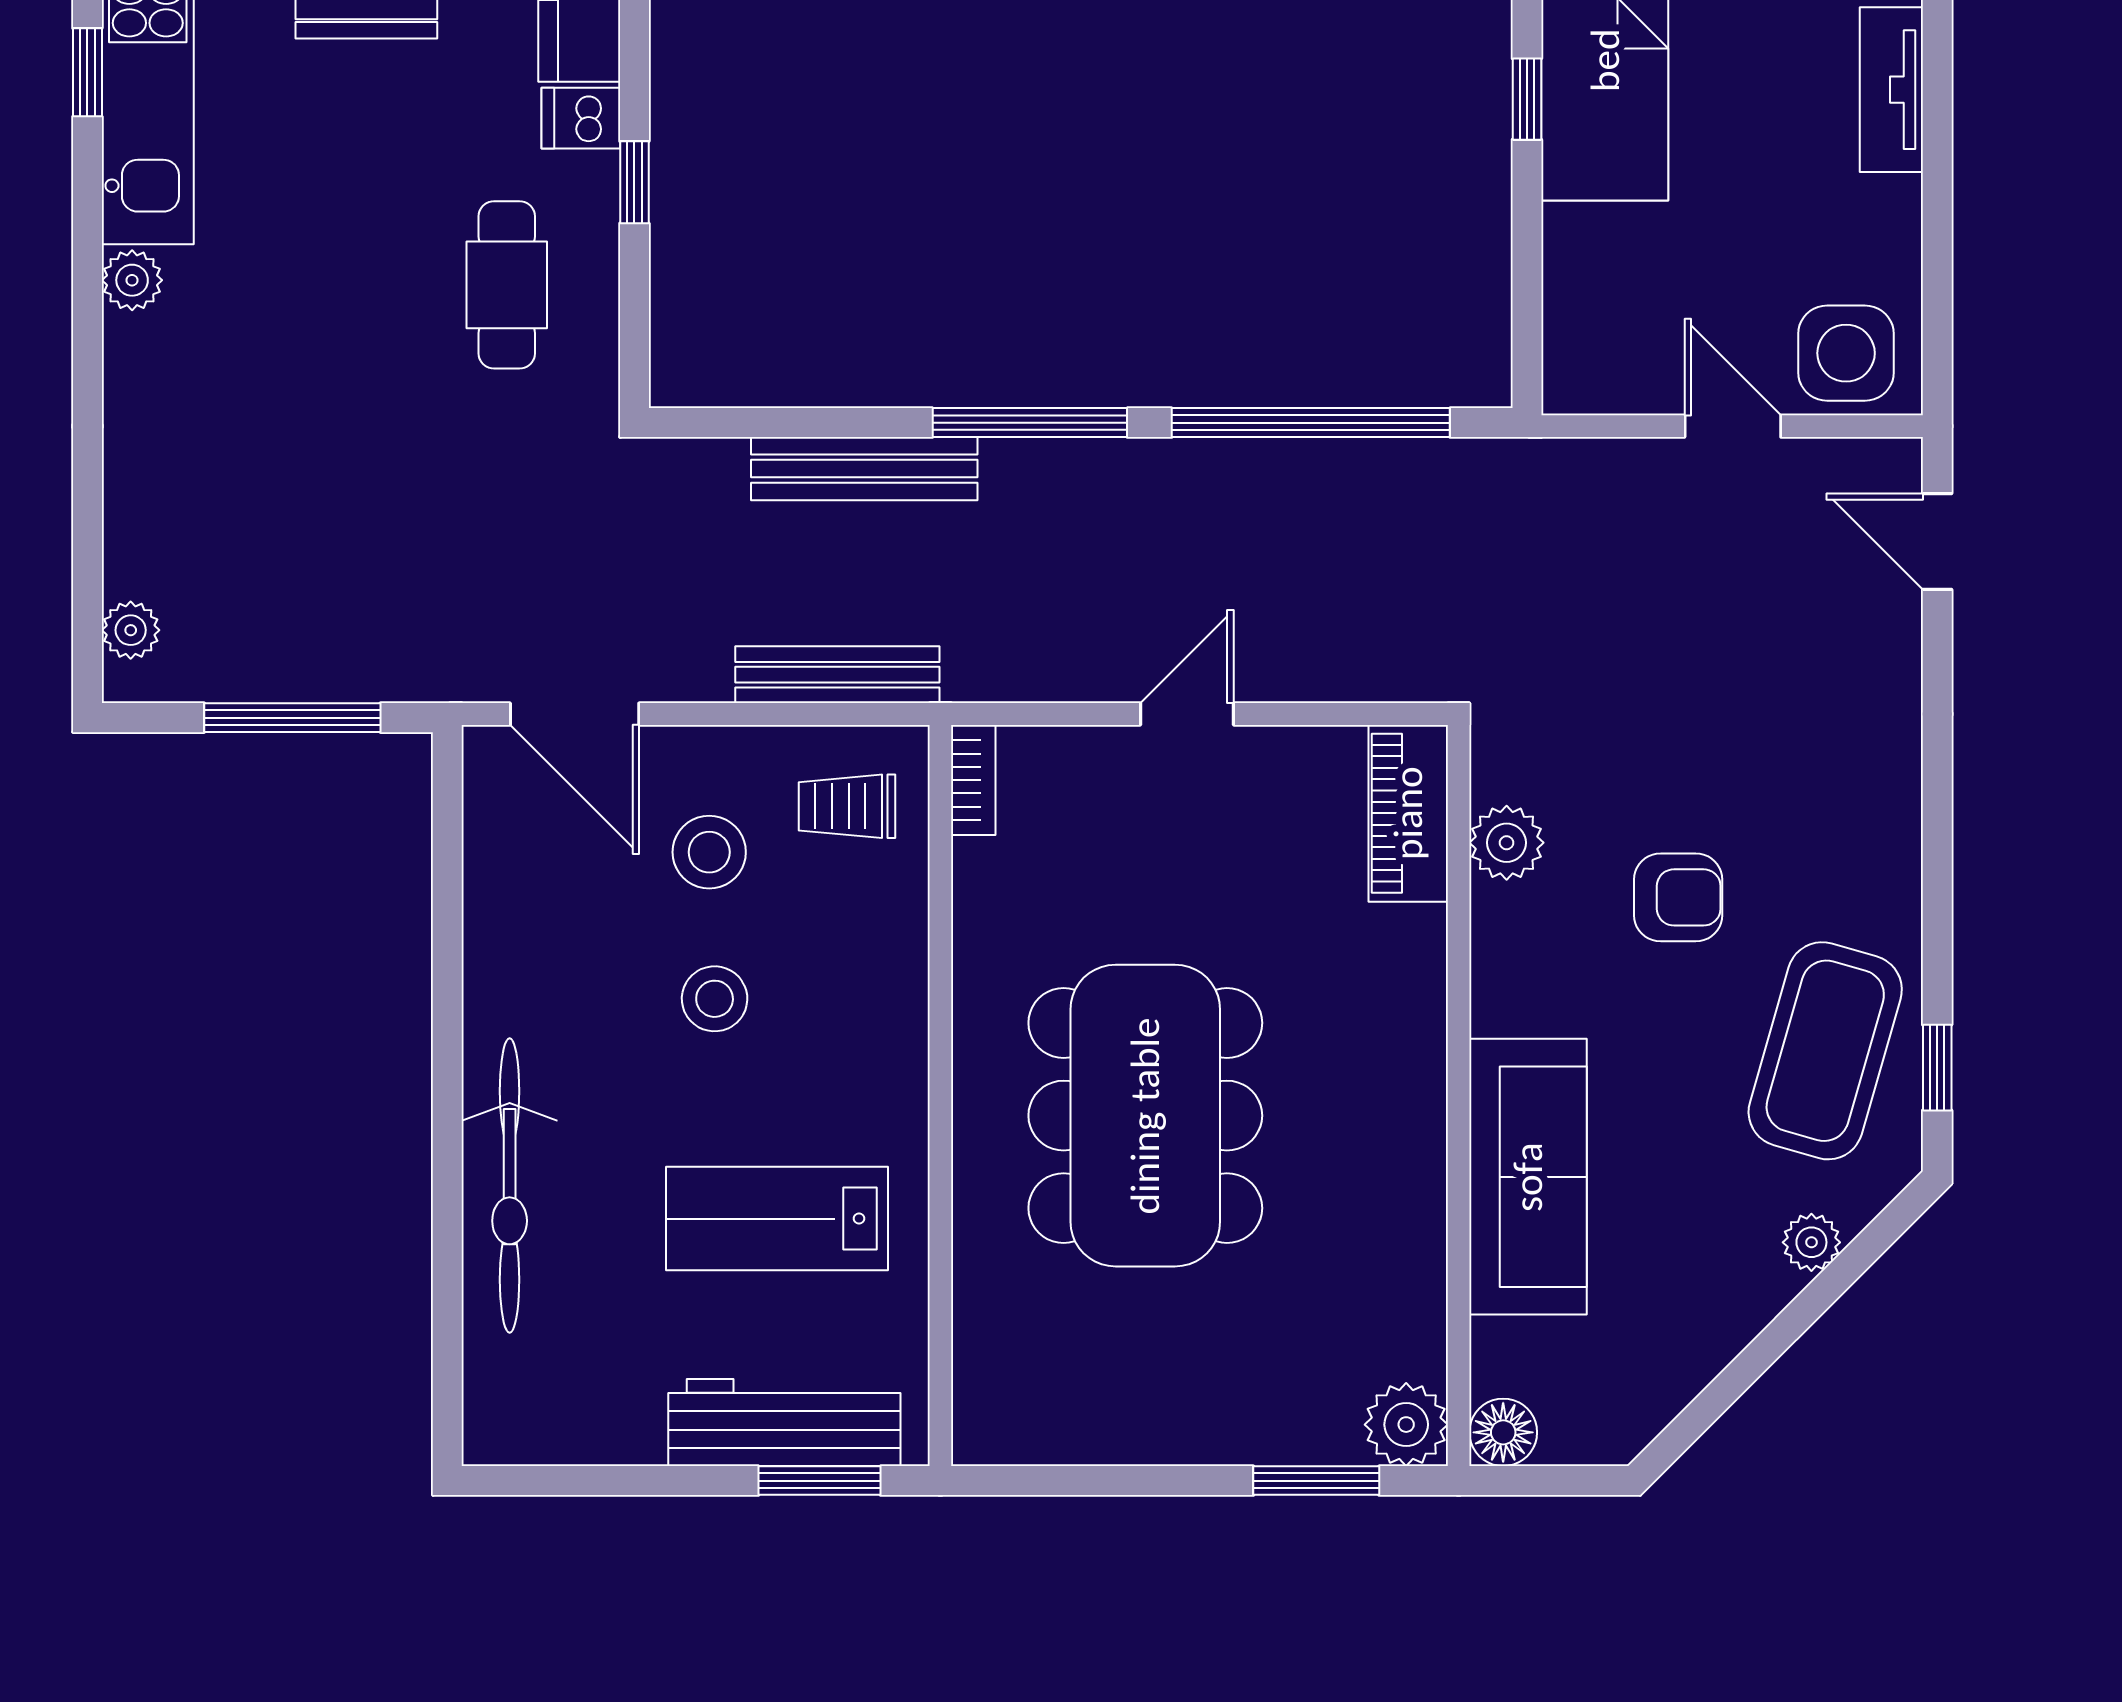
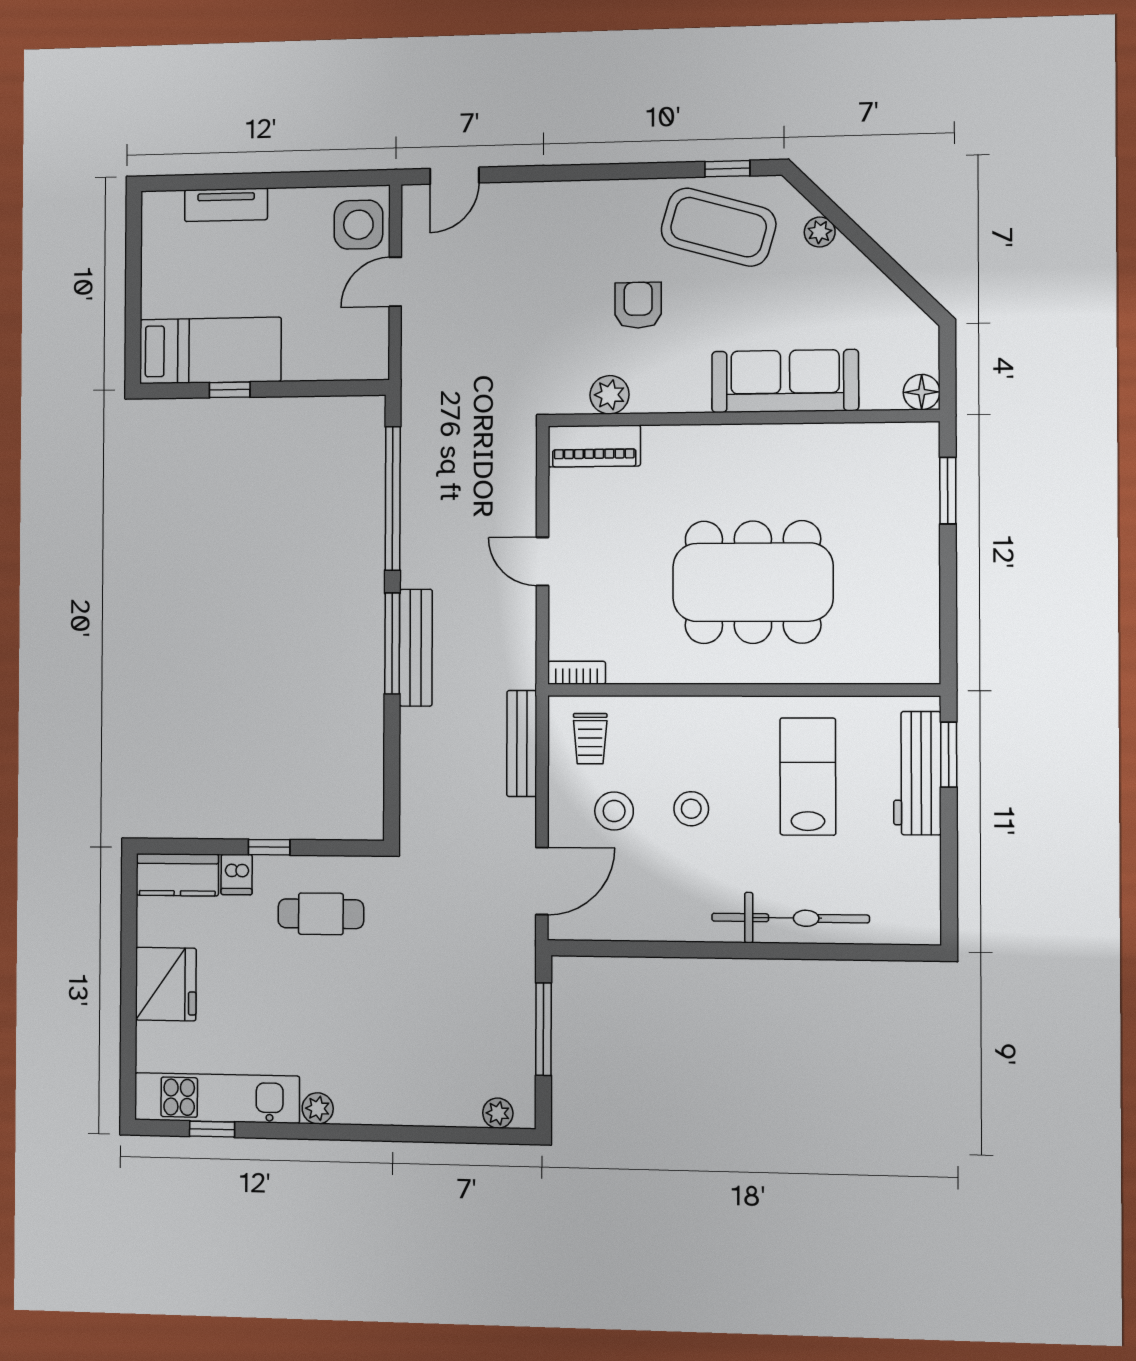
bench: (864, 469) -> (416, 648), moved
lab bench: (777, 1219) -> (808, 776), turned 180
plant: (1406, 1425) -> (918, 443), removed

